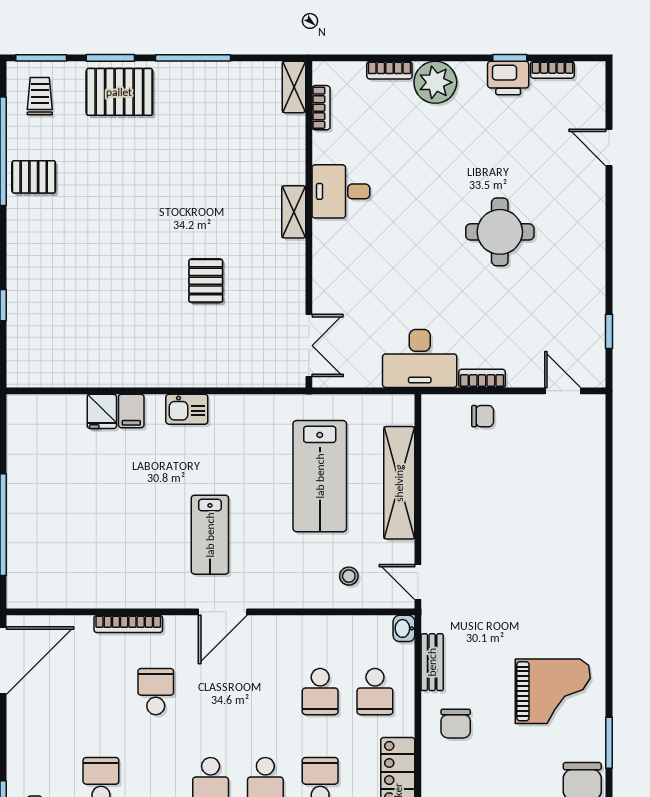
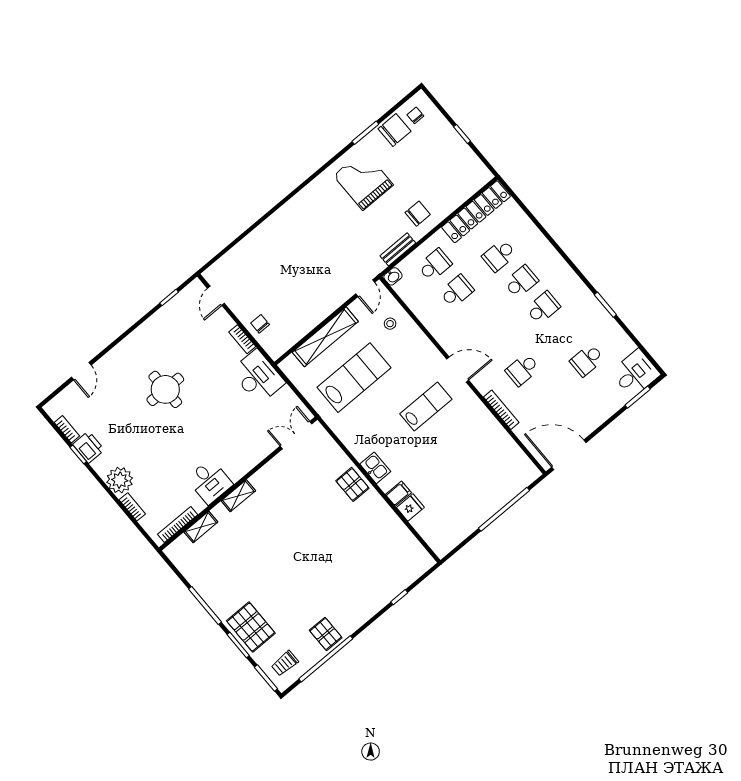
shelving: (294, 87) -> (201, 527), moved
bookcase: (321, 108) -> (178, 525), width x1.56
pallet: (206, 281) -> (352, 484), moved, turned 90

